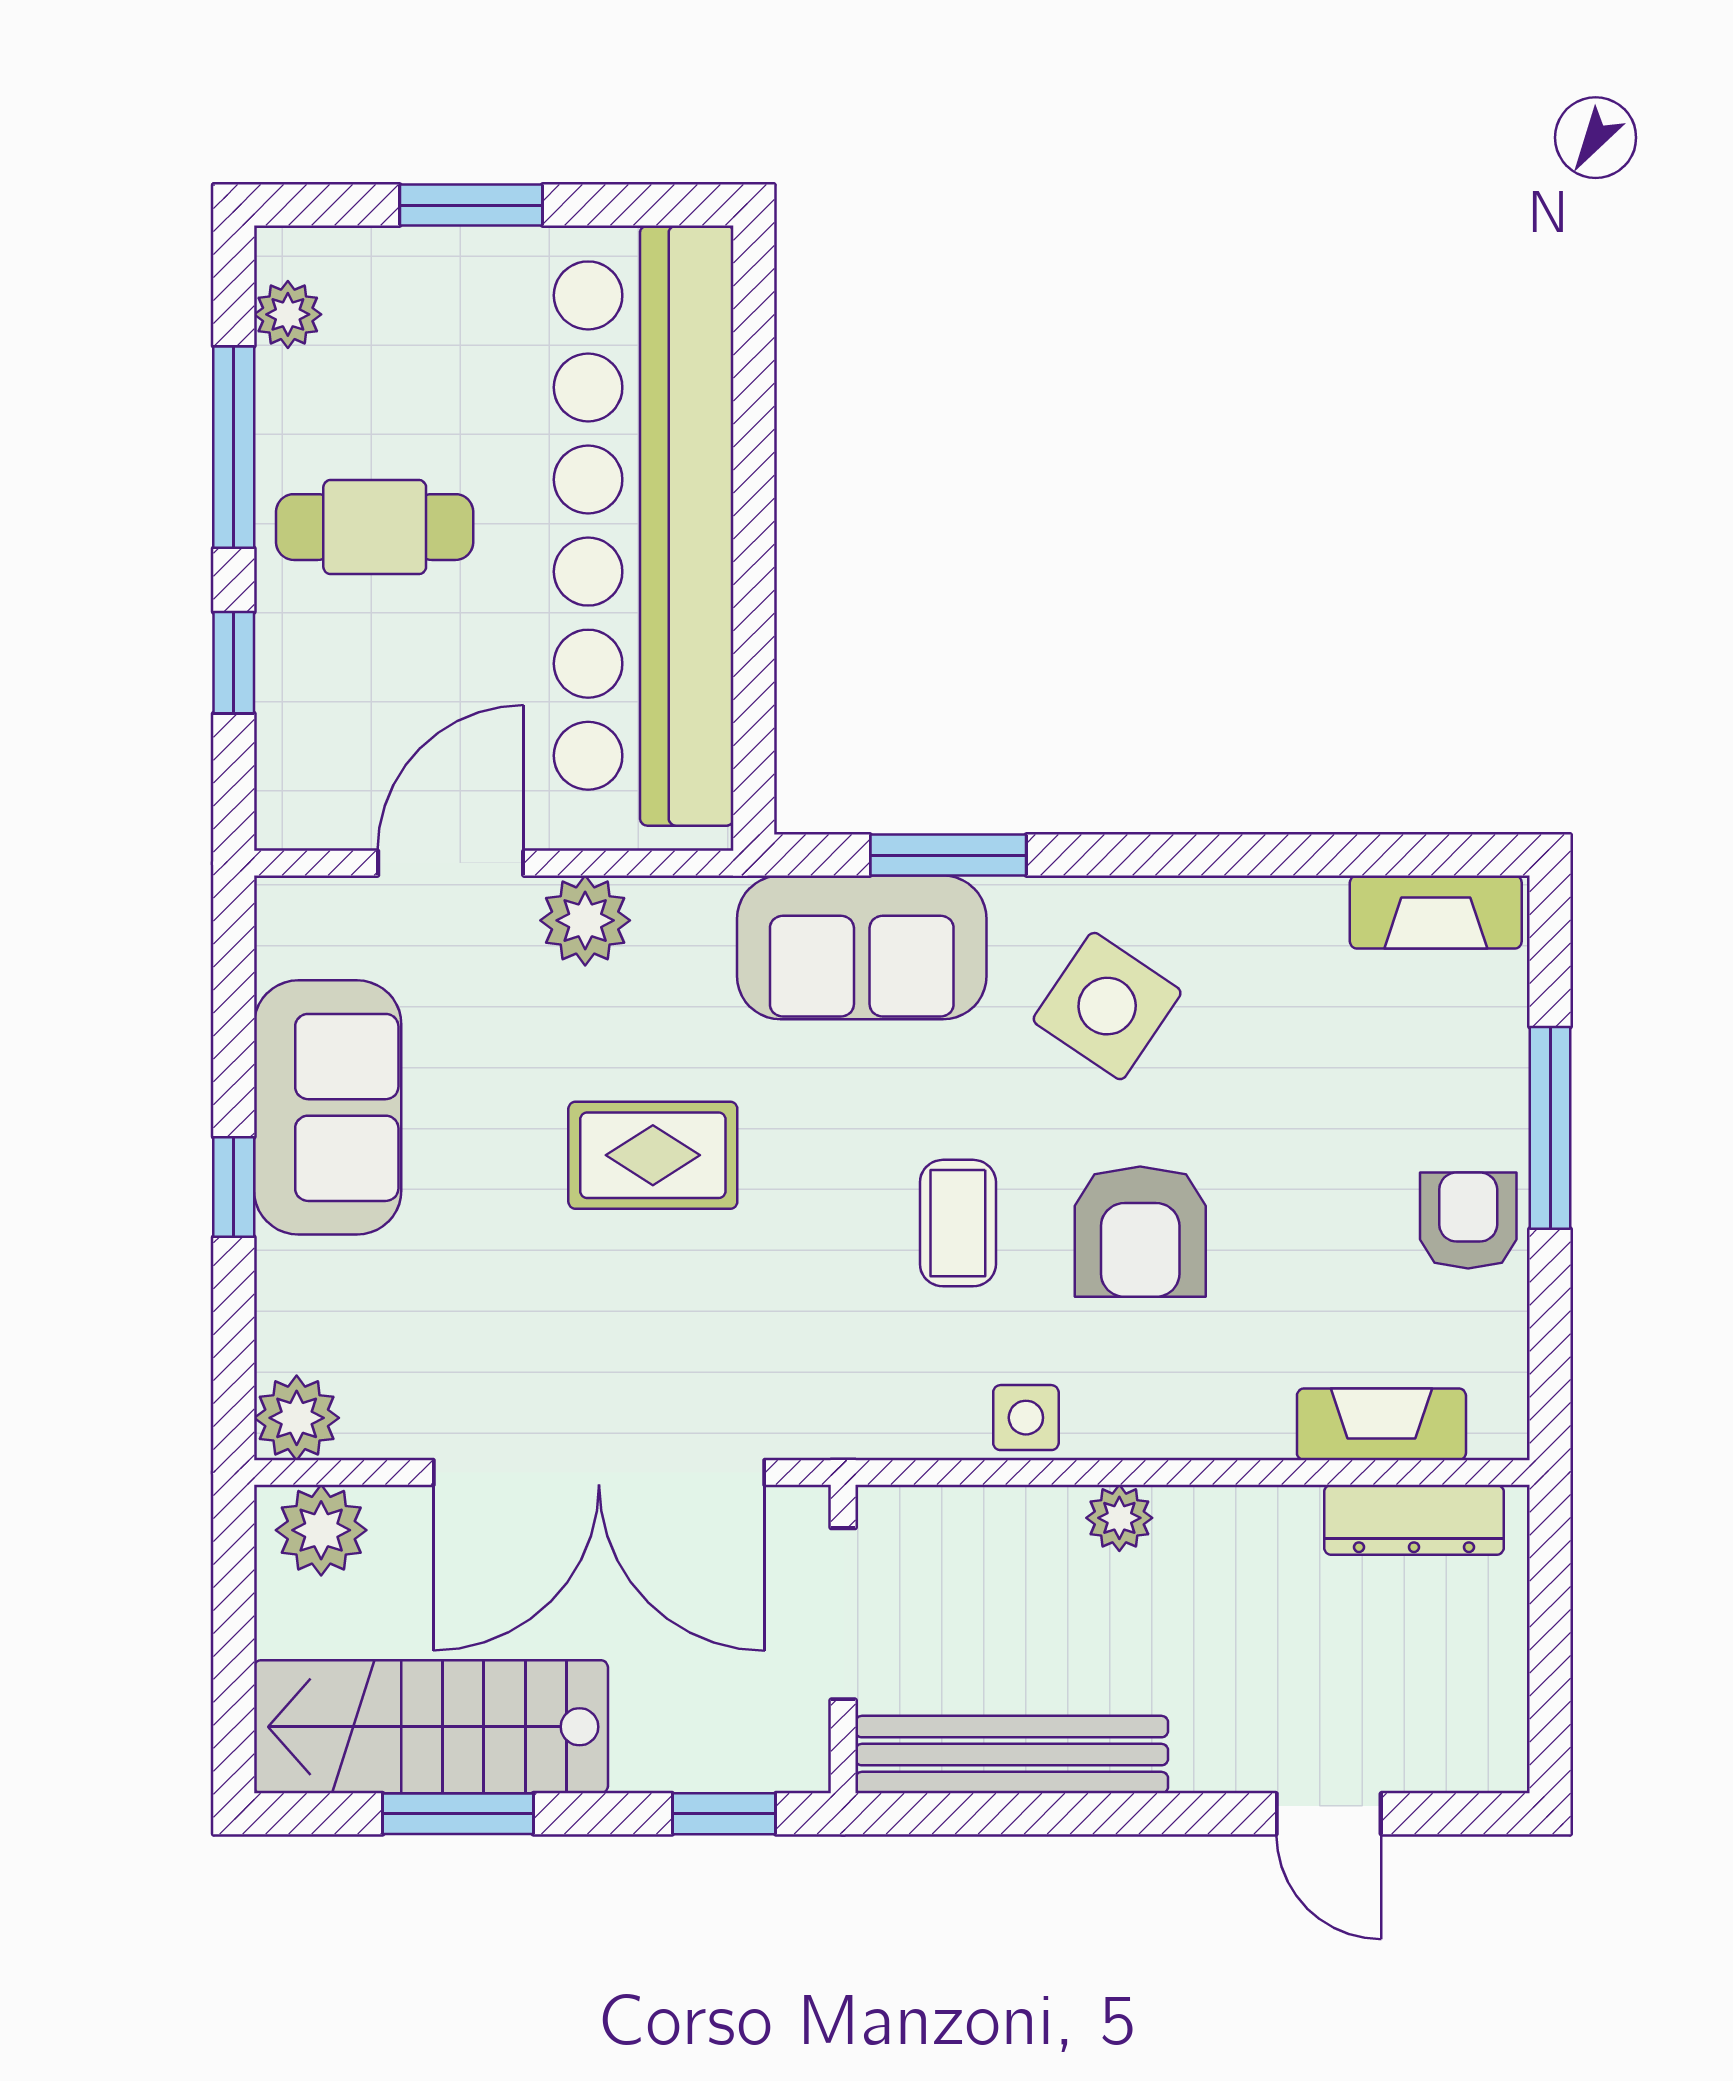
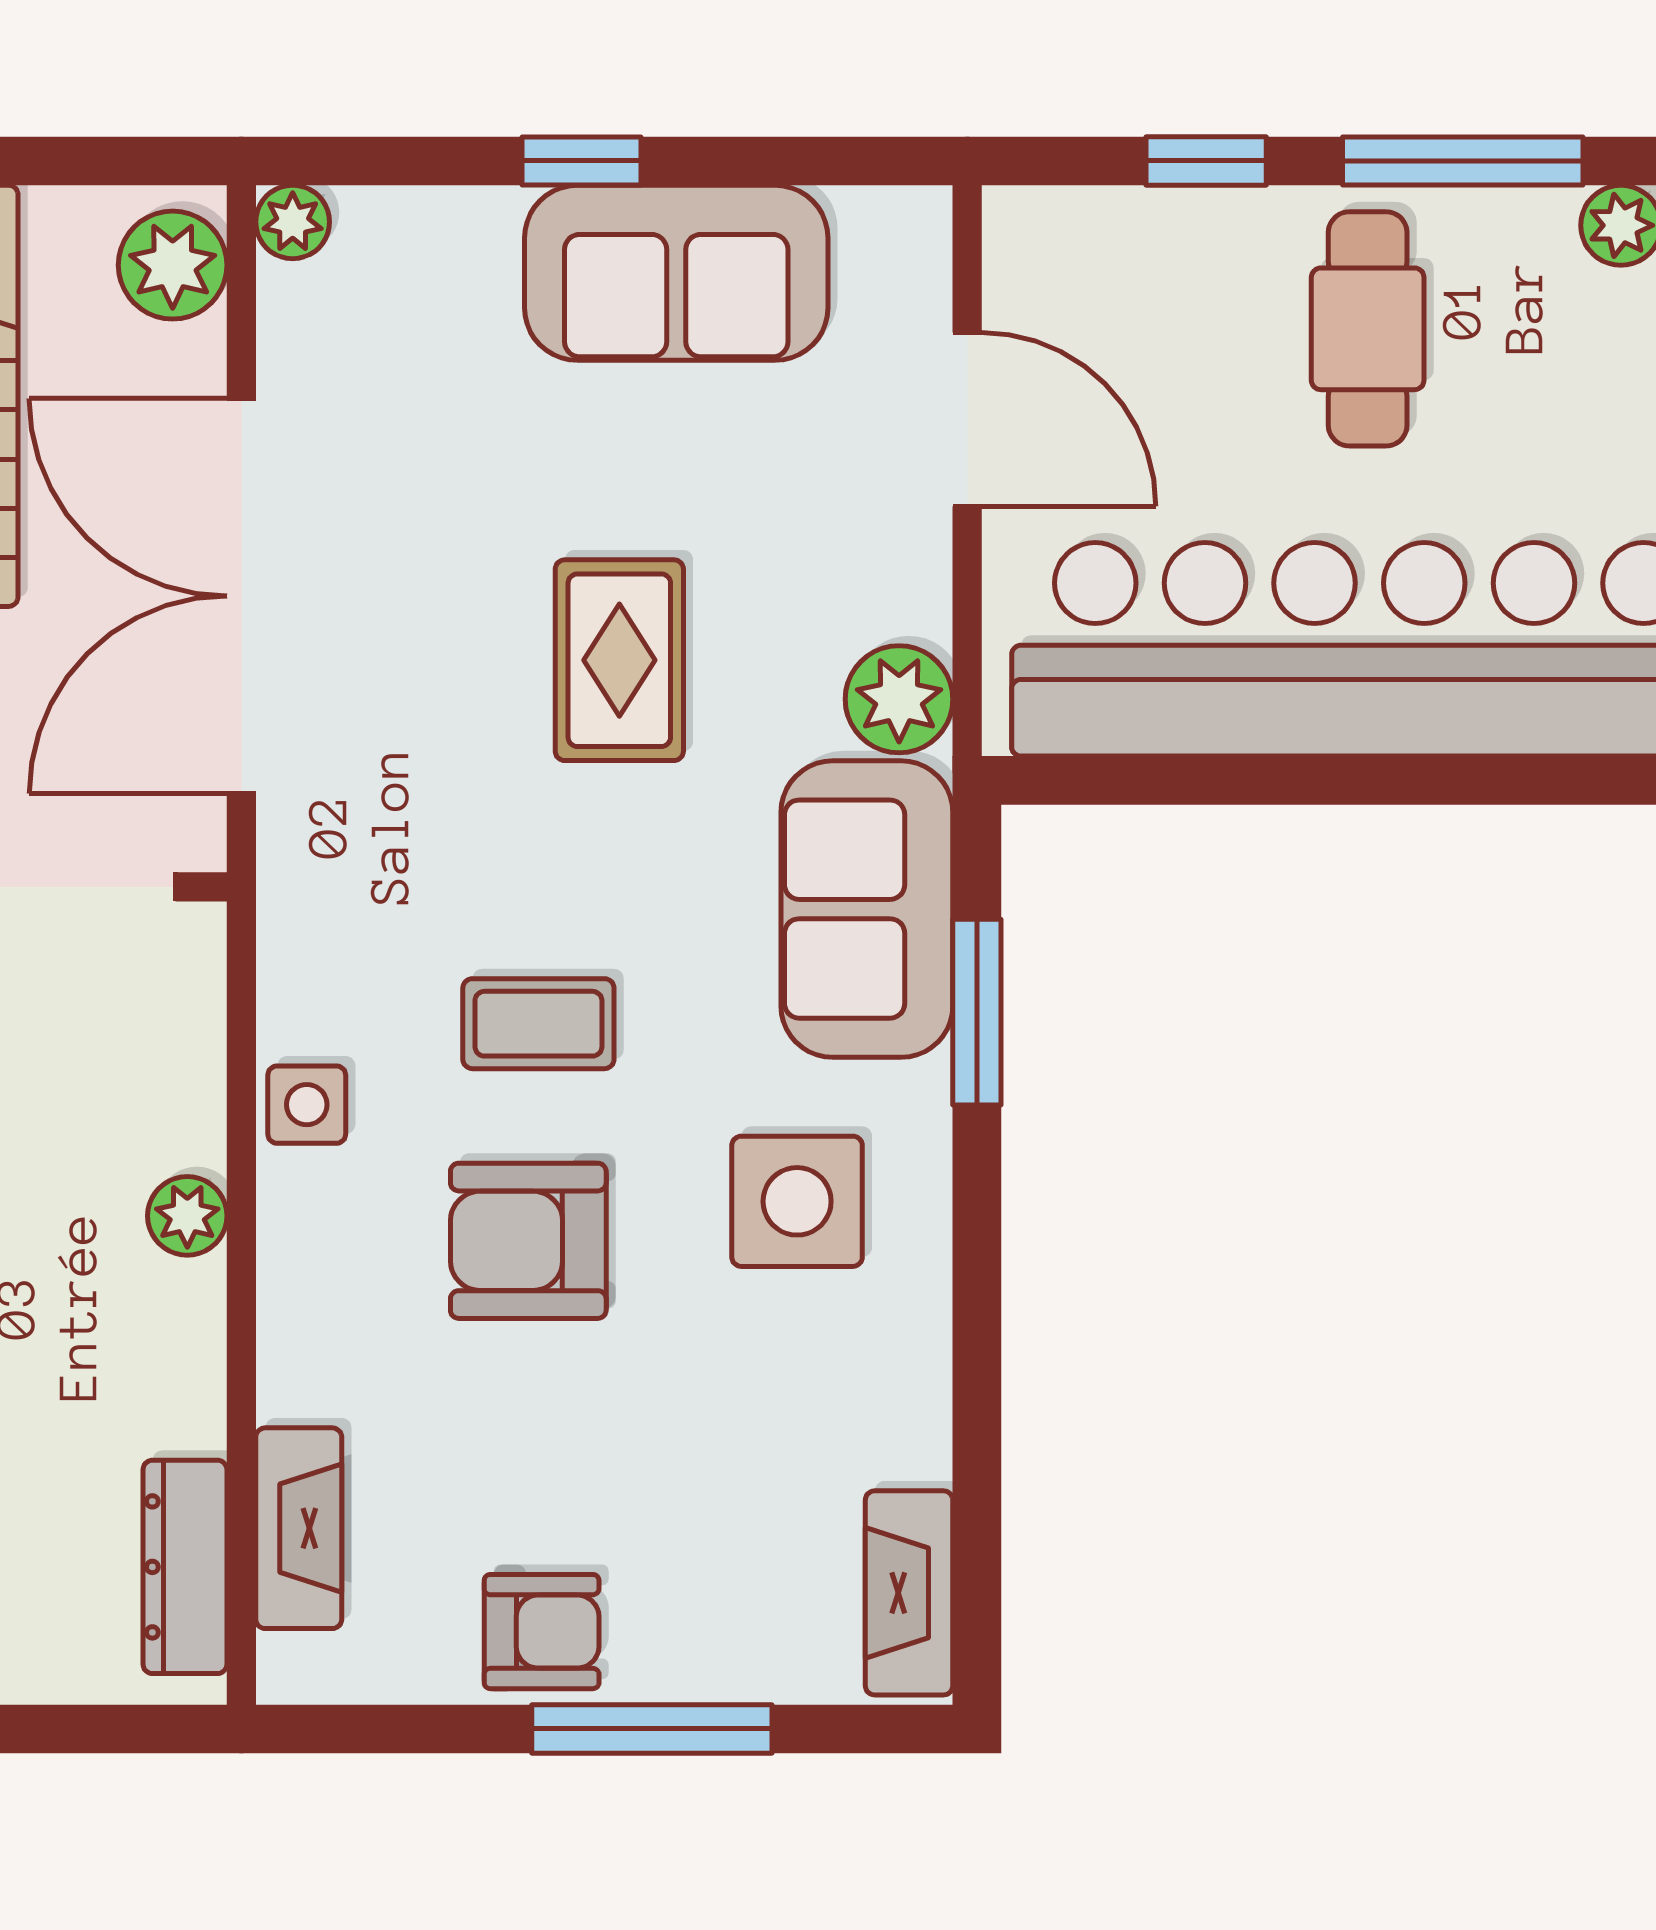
plant: (585, 920) -> (899, 699), moved
side table: (1107, 1006) -> (797, 1201), turned -34
plant: (297, 1418) -> (293, 222), width x0.73, depth x0.73

